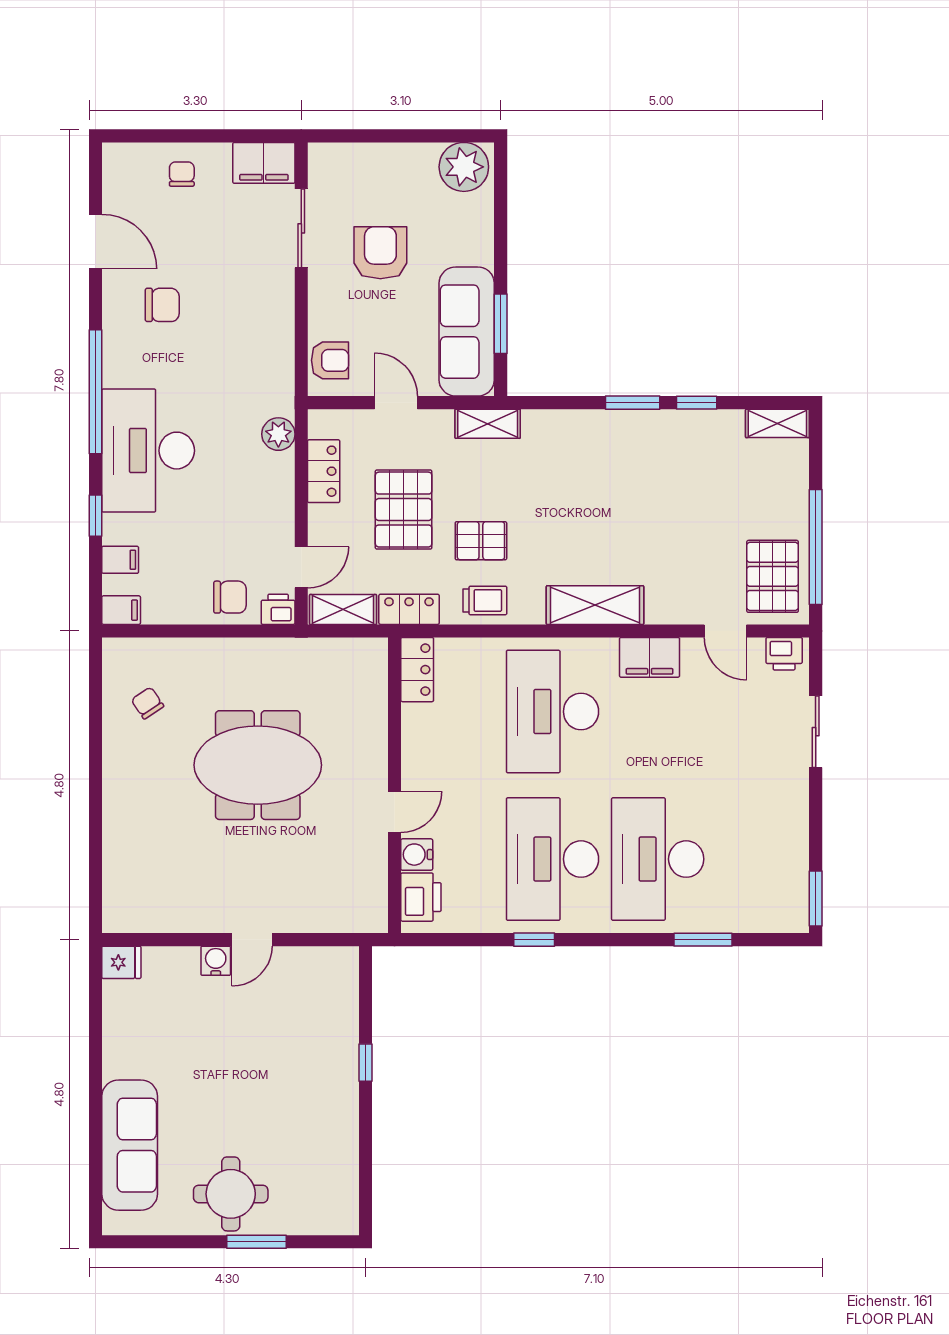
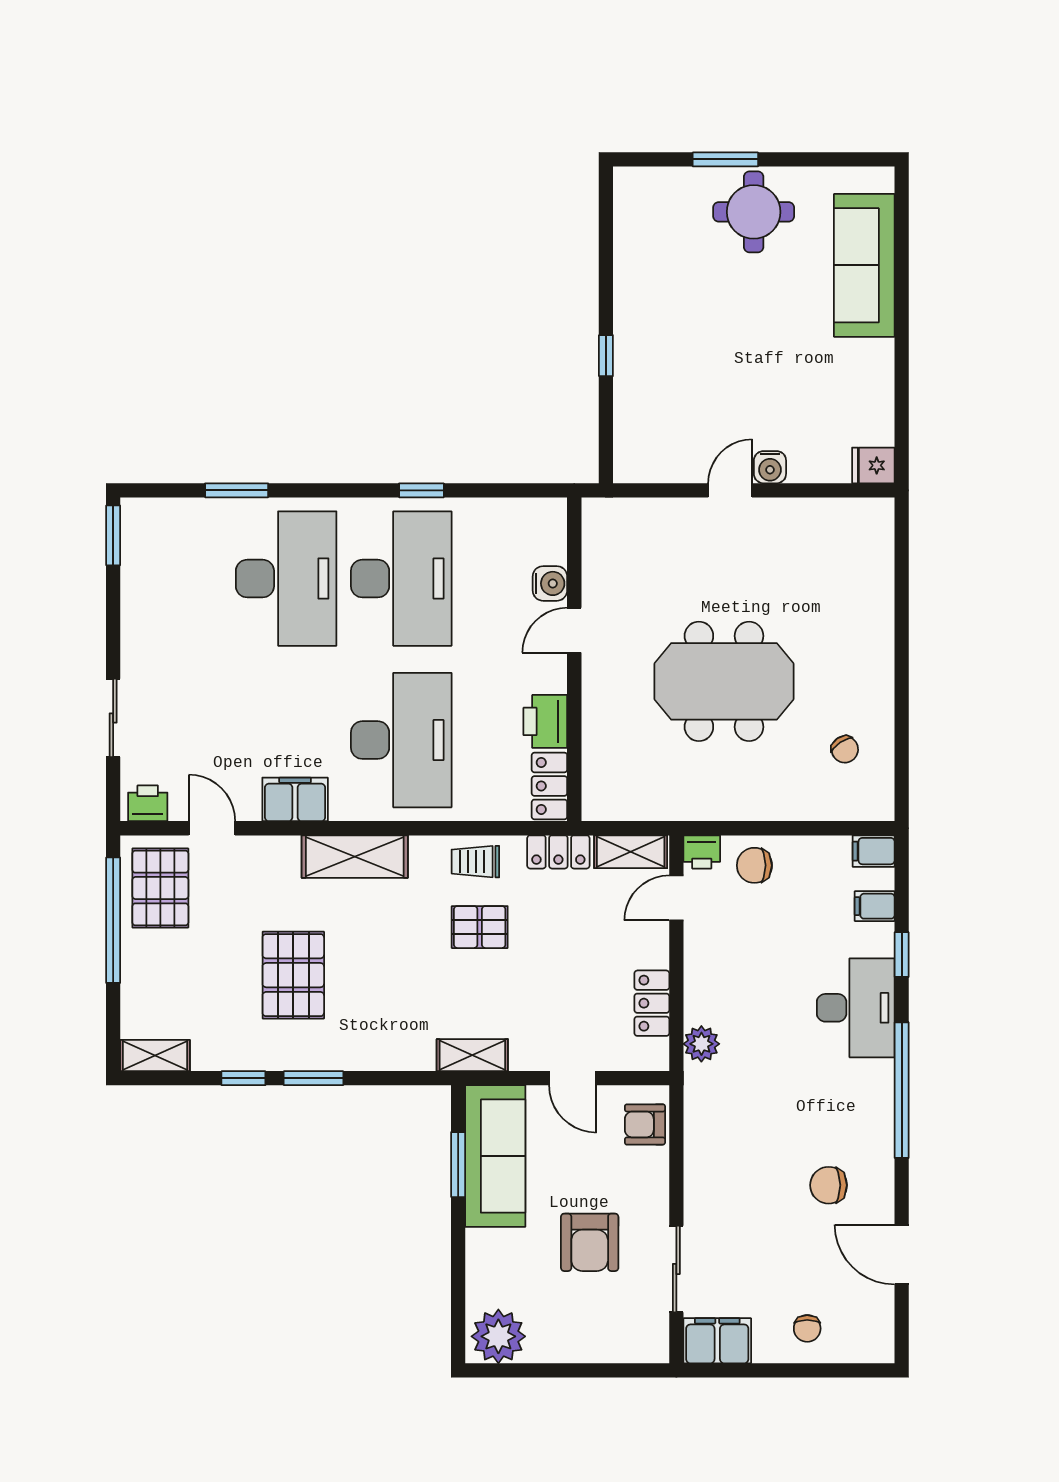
desk: (148, 451) -> (856, 1008), width x0.73, depth x0.77
pallet: (404, 510) -> (293, 975), moved
printer: (421, 897) -> (545, 721), moved

